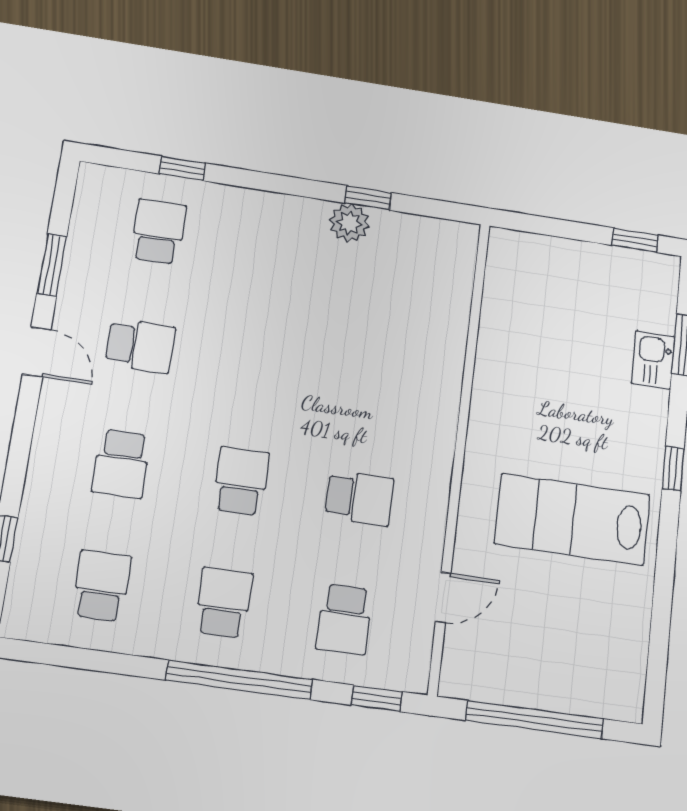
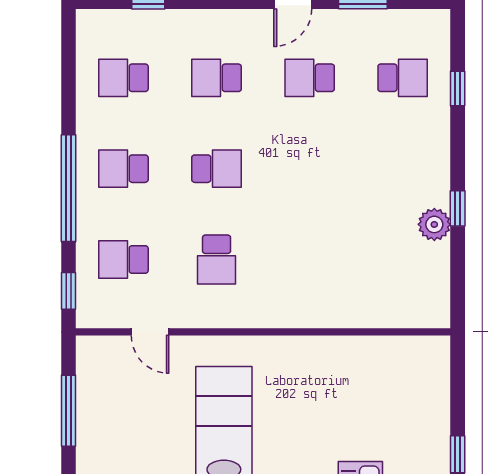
window: (368, 198) -> (458, 208), moved
school desk: (140, 346) -> (310, 78), turned 90
school desk: (102, 586) -> (123, 78), turned 180
school desk: (224, 603) -> (123, 169), turned 180
window: (535, 720) -> (69, 411), width x0.68

